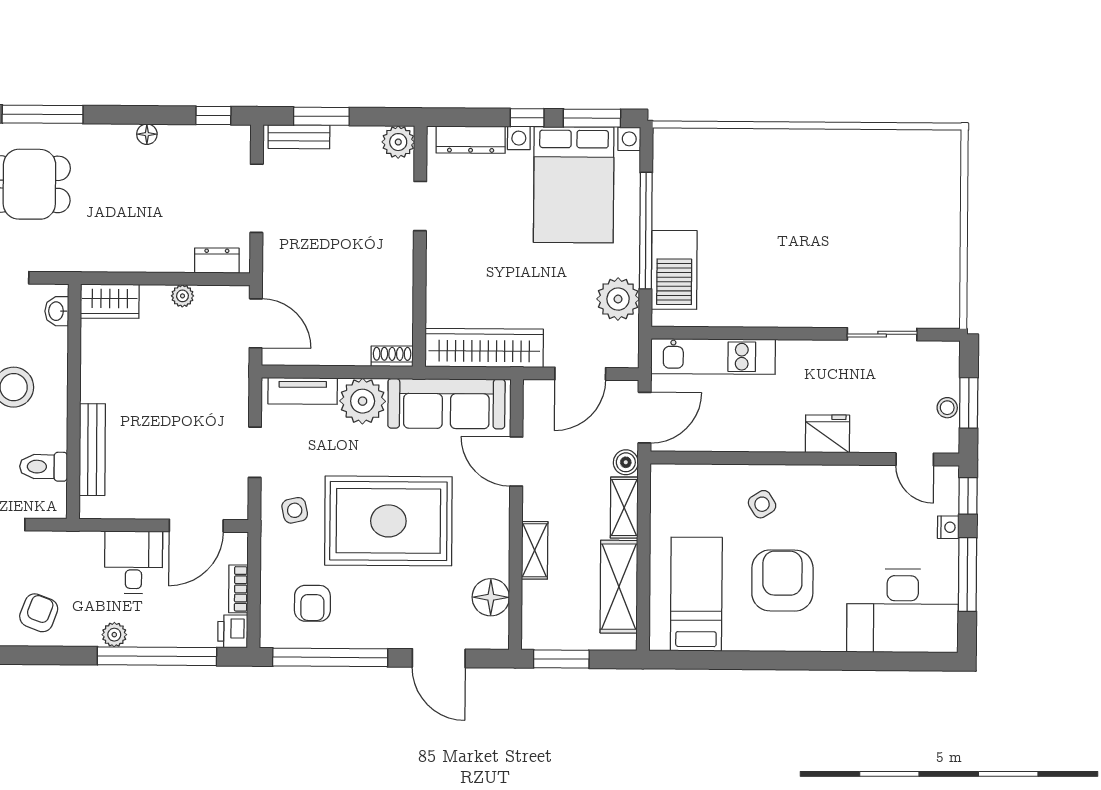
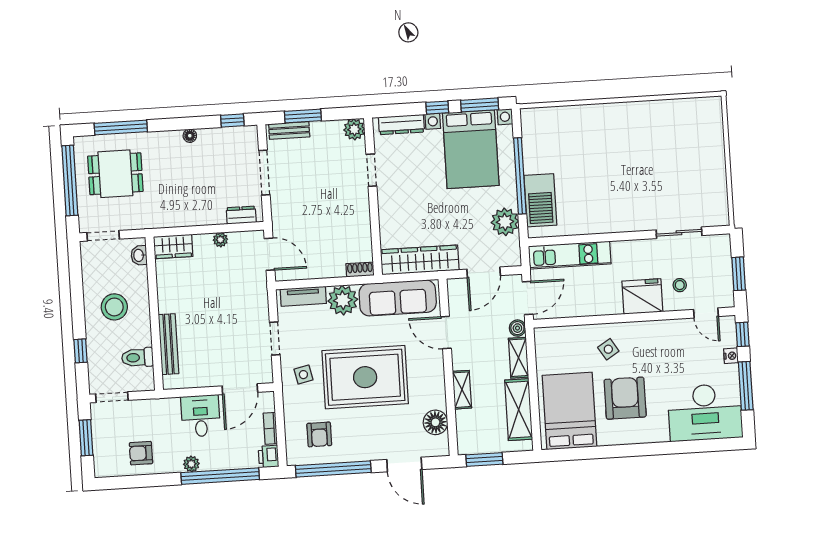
stool: (947, 408) -> (680, 285), moved
fridge: (827, 434) -> (642, 296), width x1.36, depth x1.34
bed: (696, 594) -> (569, 411), width x1.50
armchair: (39, 613) -> (141, 453), turned -111

